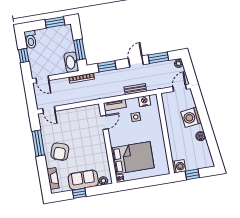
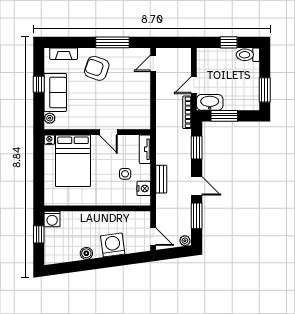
door: (42, 79) -> (194, 85), moved
door: (104, 122) -> (108, 132), moved

